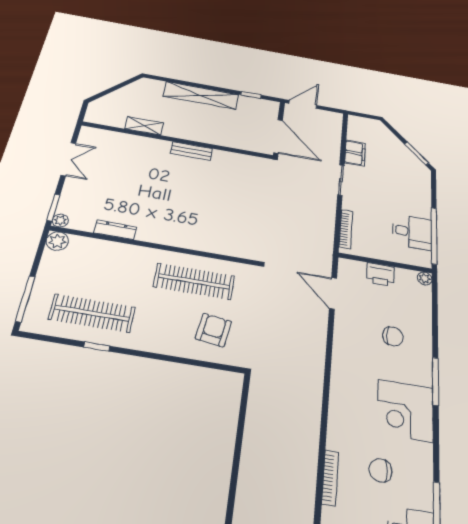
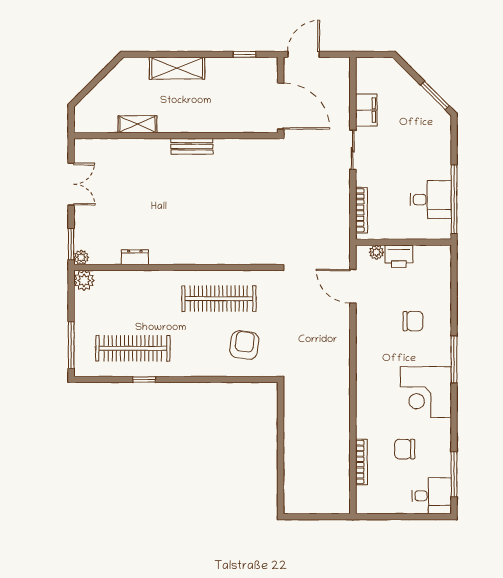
shelving: (201, 95) -> (177, 68), width x0.68
dresser: (115, 230) -> (135, 257), width x0.70
plant: (425, 279) -> (376, 252), moved

